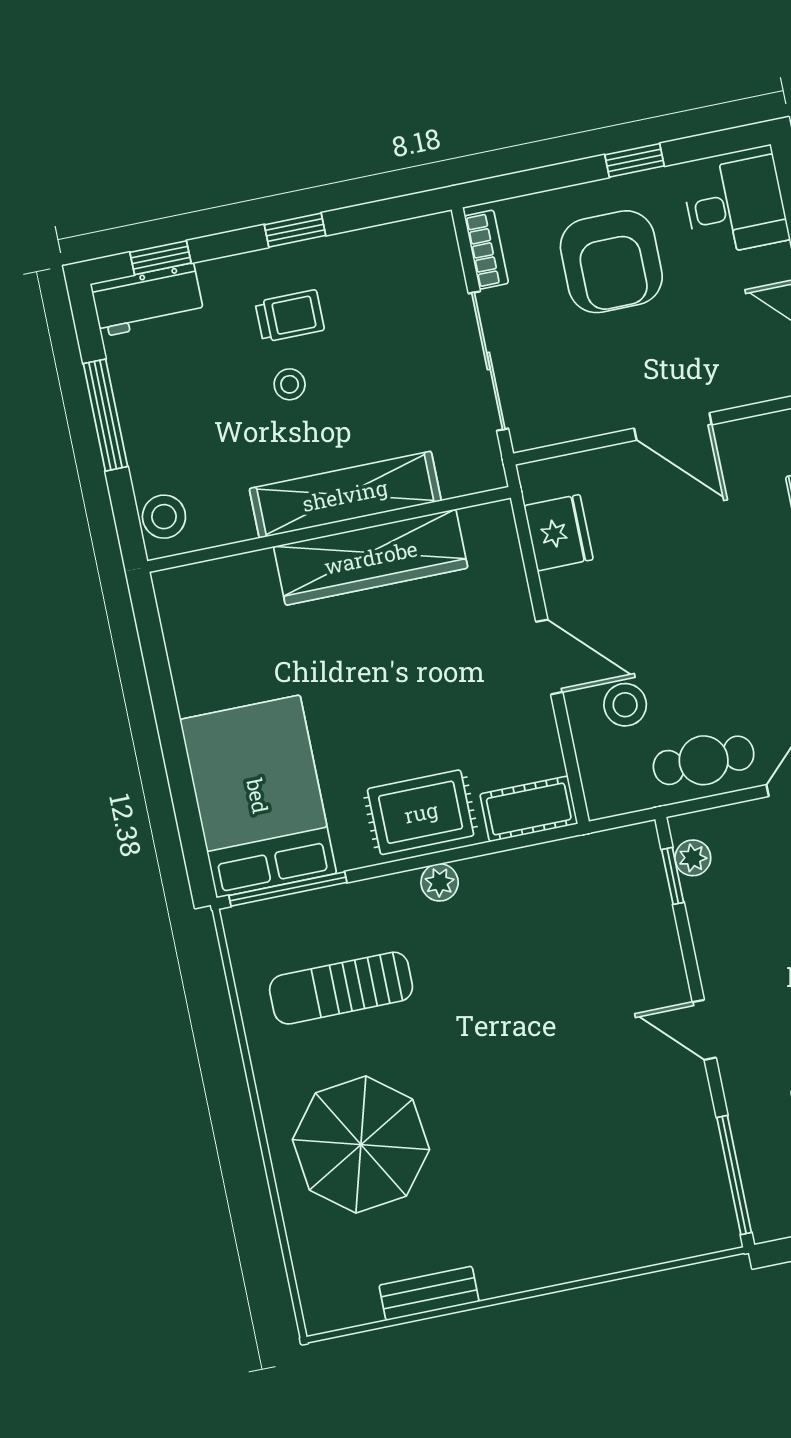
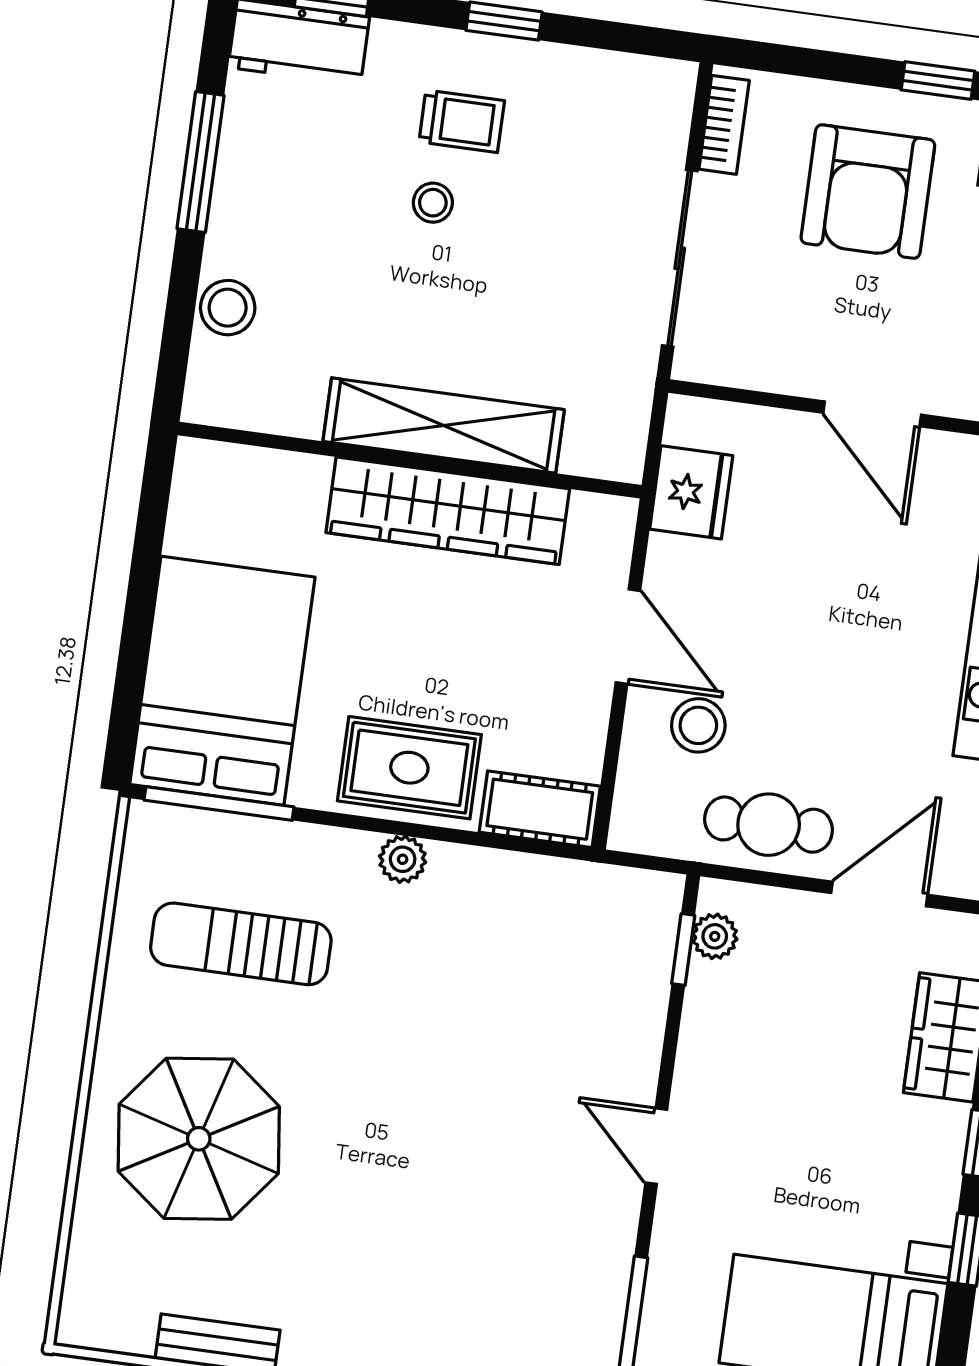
shelving: (345, 495) -> (444, 426), moved
wall: (329, 529) -> (410, 460), moved
wardrobe: (371, 557) -> (448, 511), moved

